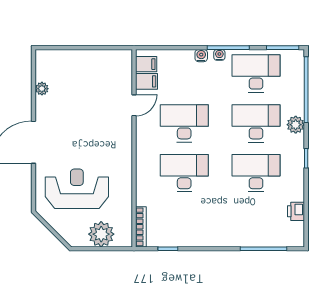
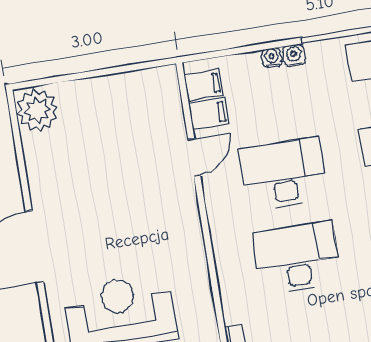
water cooler: (219, 55) -> (272, 58), moved
plant: (42, 89) -> (37, 110), moved, width x1.88, depth x1.88

